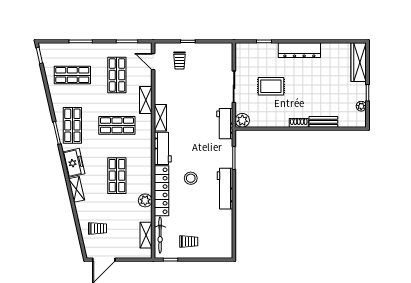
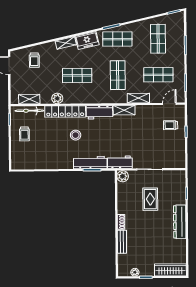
workbench: (225, 189) -> (90, 163), moved

